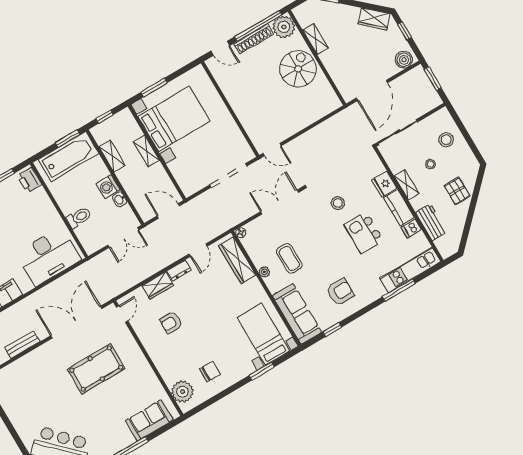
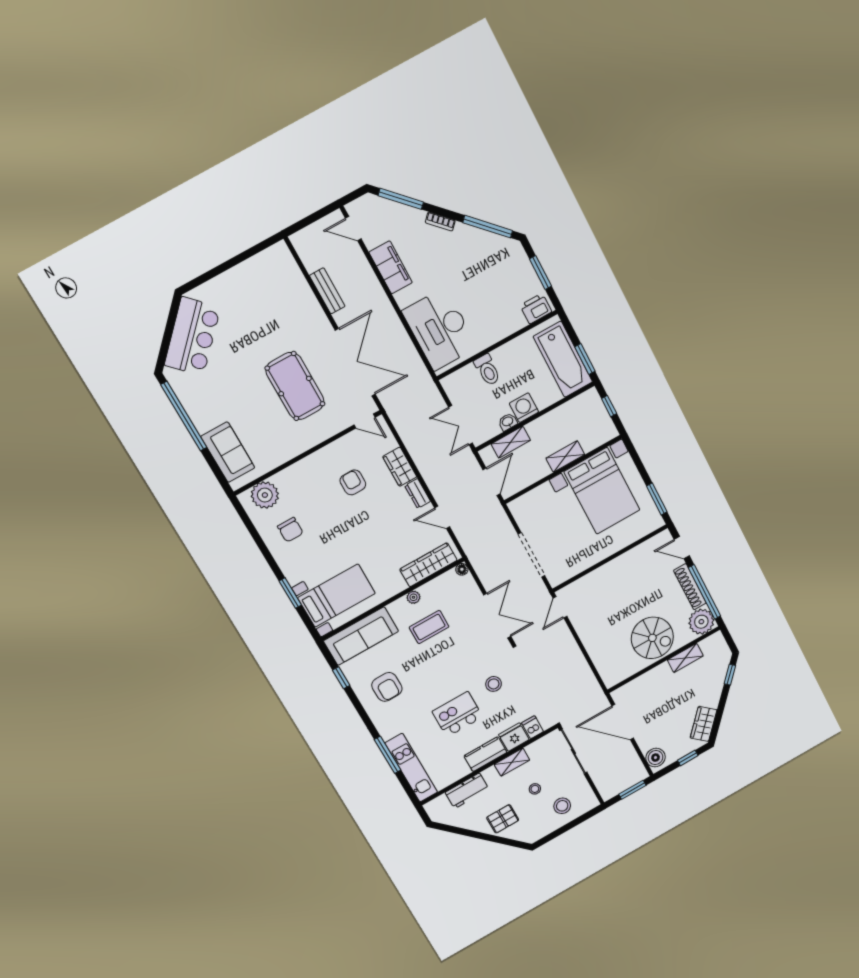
door: (220, 48) -> (682, 548), hinge flipped
window: (154, 88) -> (657, 499), moved
shelving: (112, 156) -> (511, 442), moved
dishwasher: (411, 228) -> (533, 727), moved

